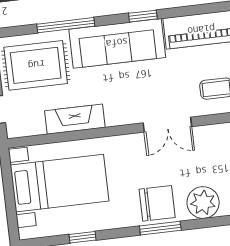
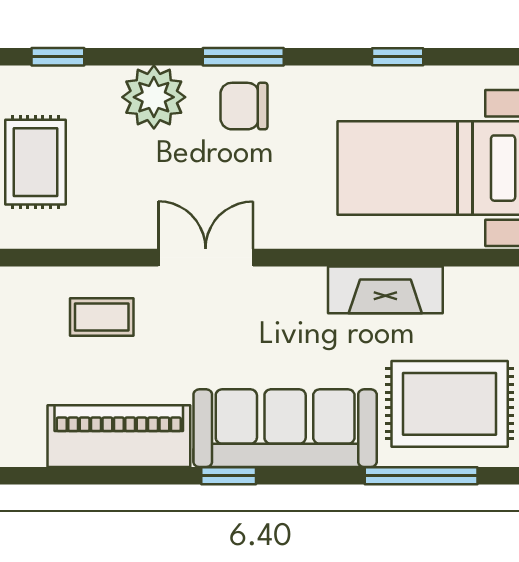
window: (66, 25) -> (421, 476), moved
chair: (157, 203) -> (244, 106), width x0.73, depth x0.73

